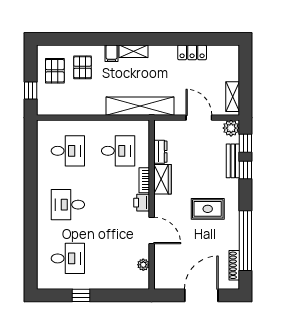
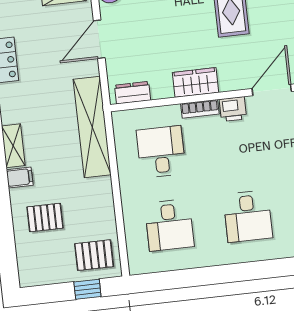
pallet: (55, 71) -> (94, 255), moved
desk: (68, 151) -> (169, 225), turned 180
dresser: (160, 152) -> (133, 93), moved

